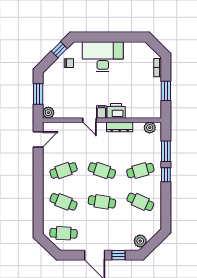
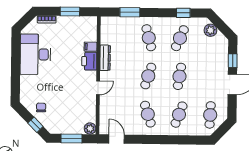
window: (59, 50) -> (35, 125), moved
desk: (103, 57) -> (35, 54), moved
filing cabinet: (101, 112) -> (91, 47), moved
plant: (150, 128) -> (106, 28), removed
window: (166, 175) -> (183, 13), moved
plant: (140, 241) -> (210, 30), moved

